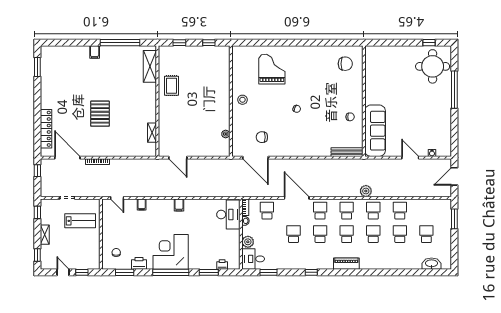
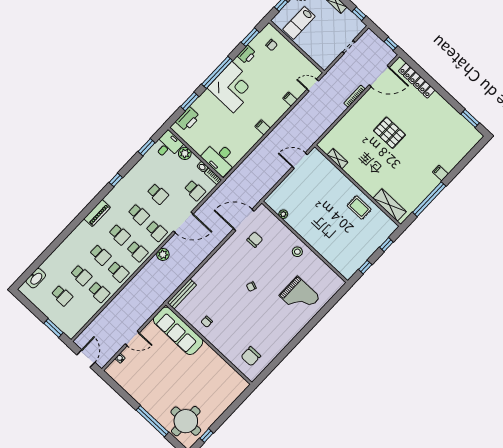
plant: (366, 191) -> (163, 254), moved
lab bench: (80, 221) -> (299, 23), moved
printer: (222, 264) -> (188, 119), width x1.87, depth x1.48

